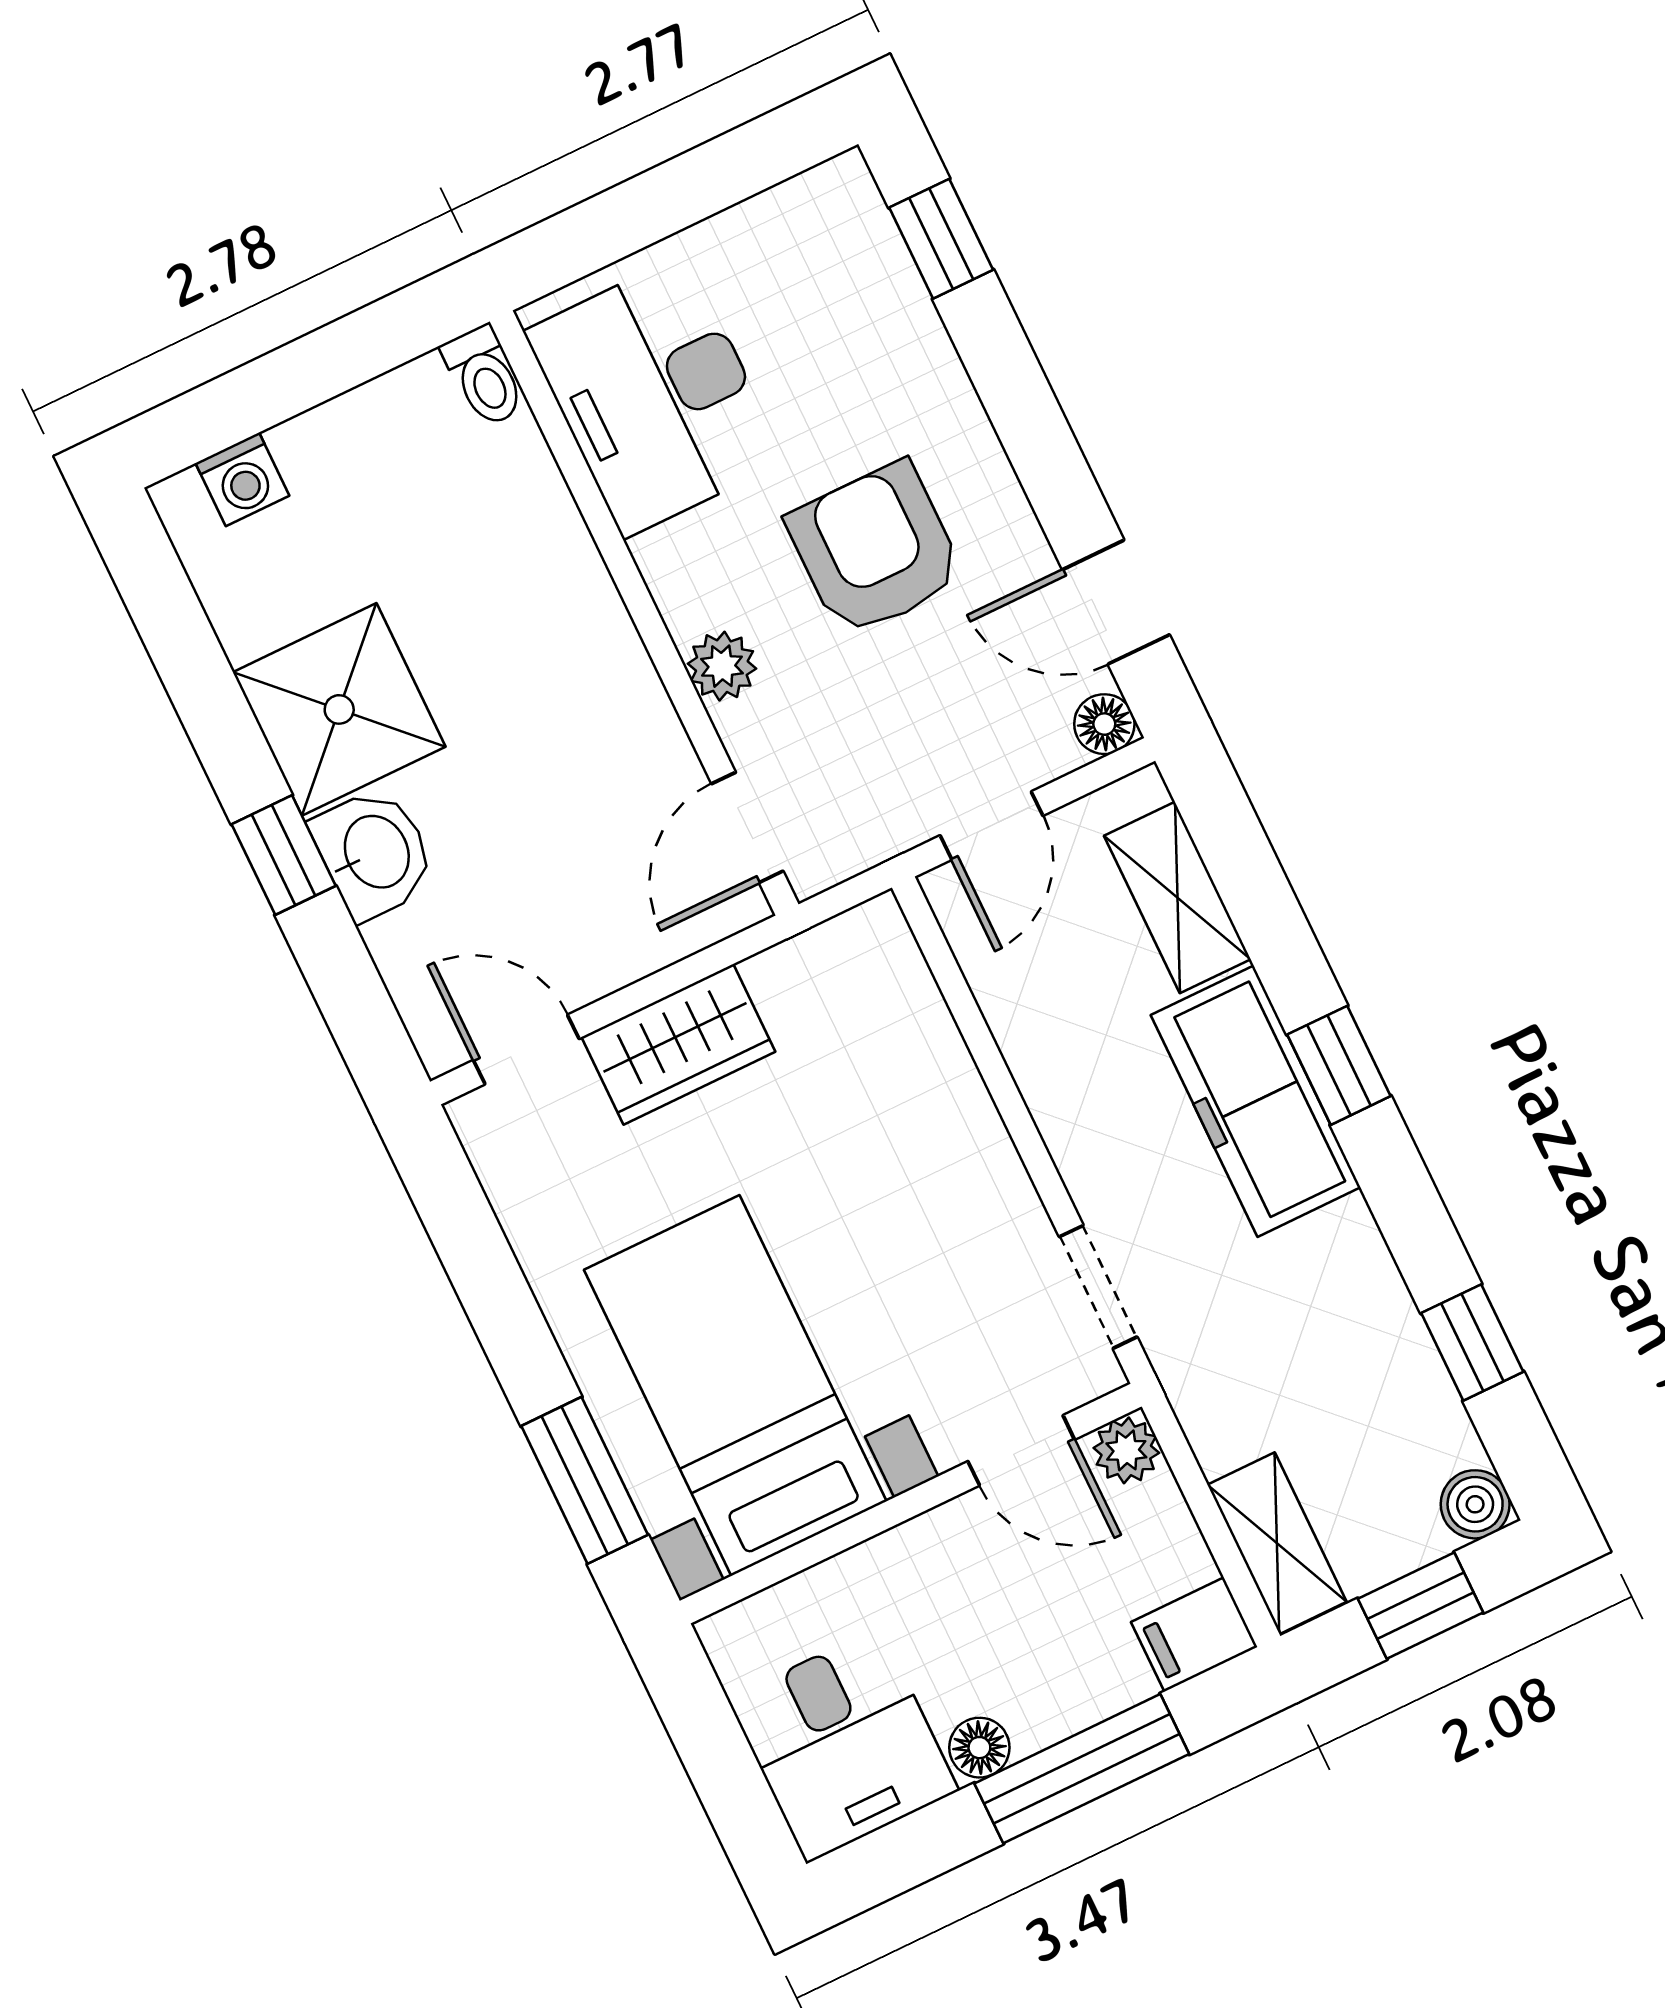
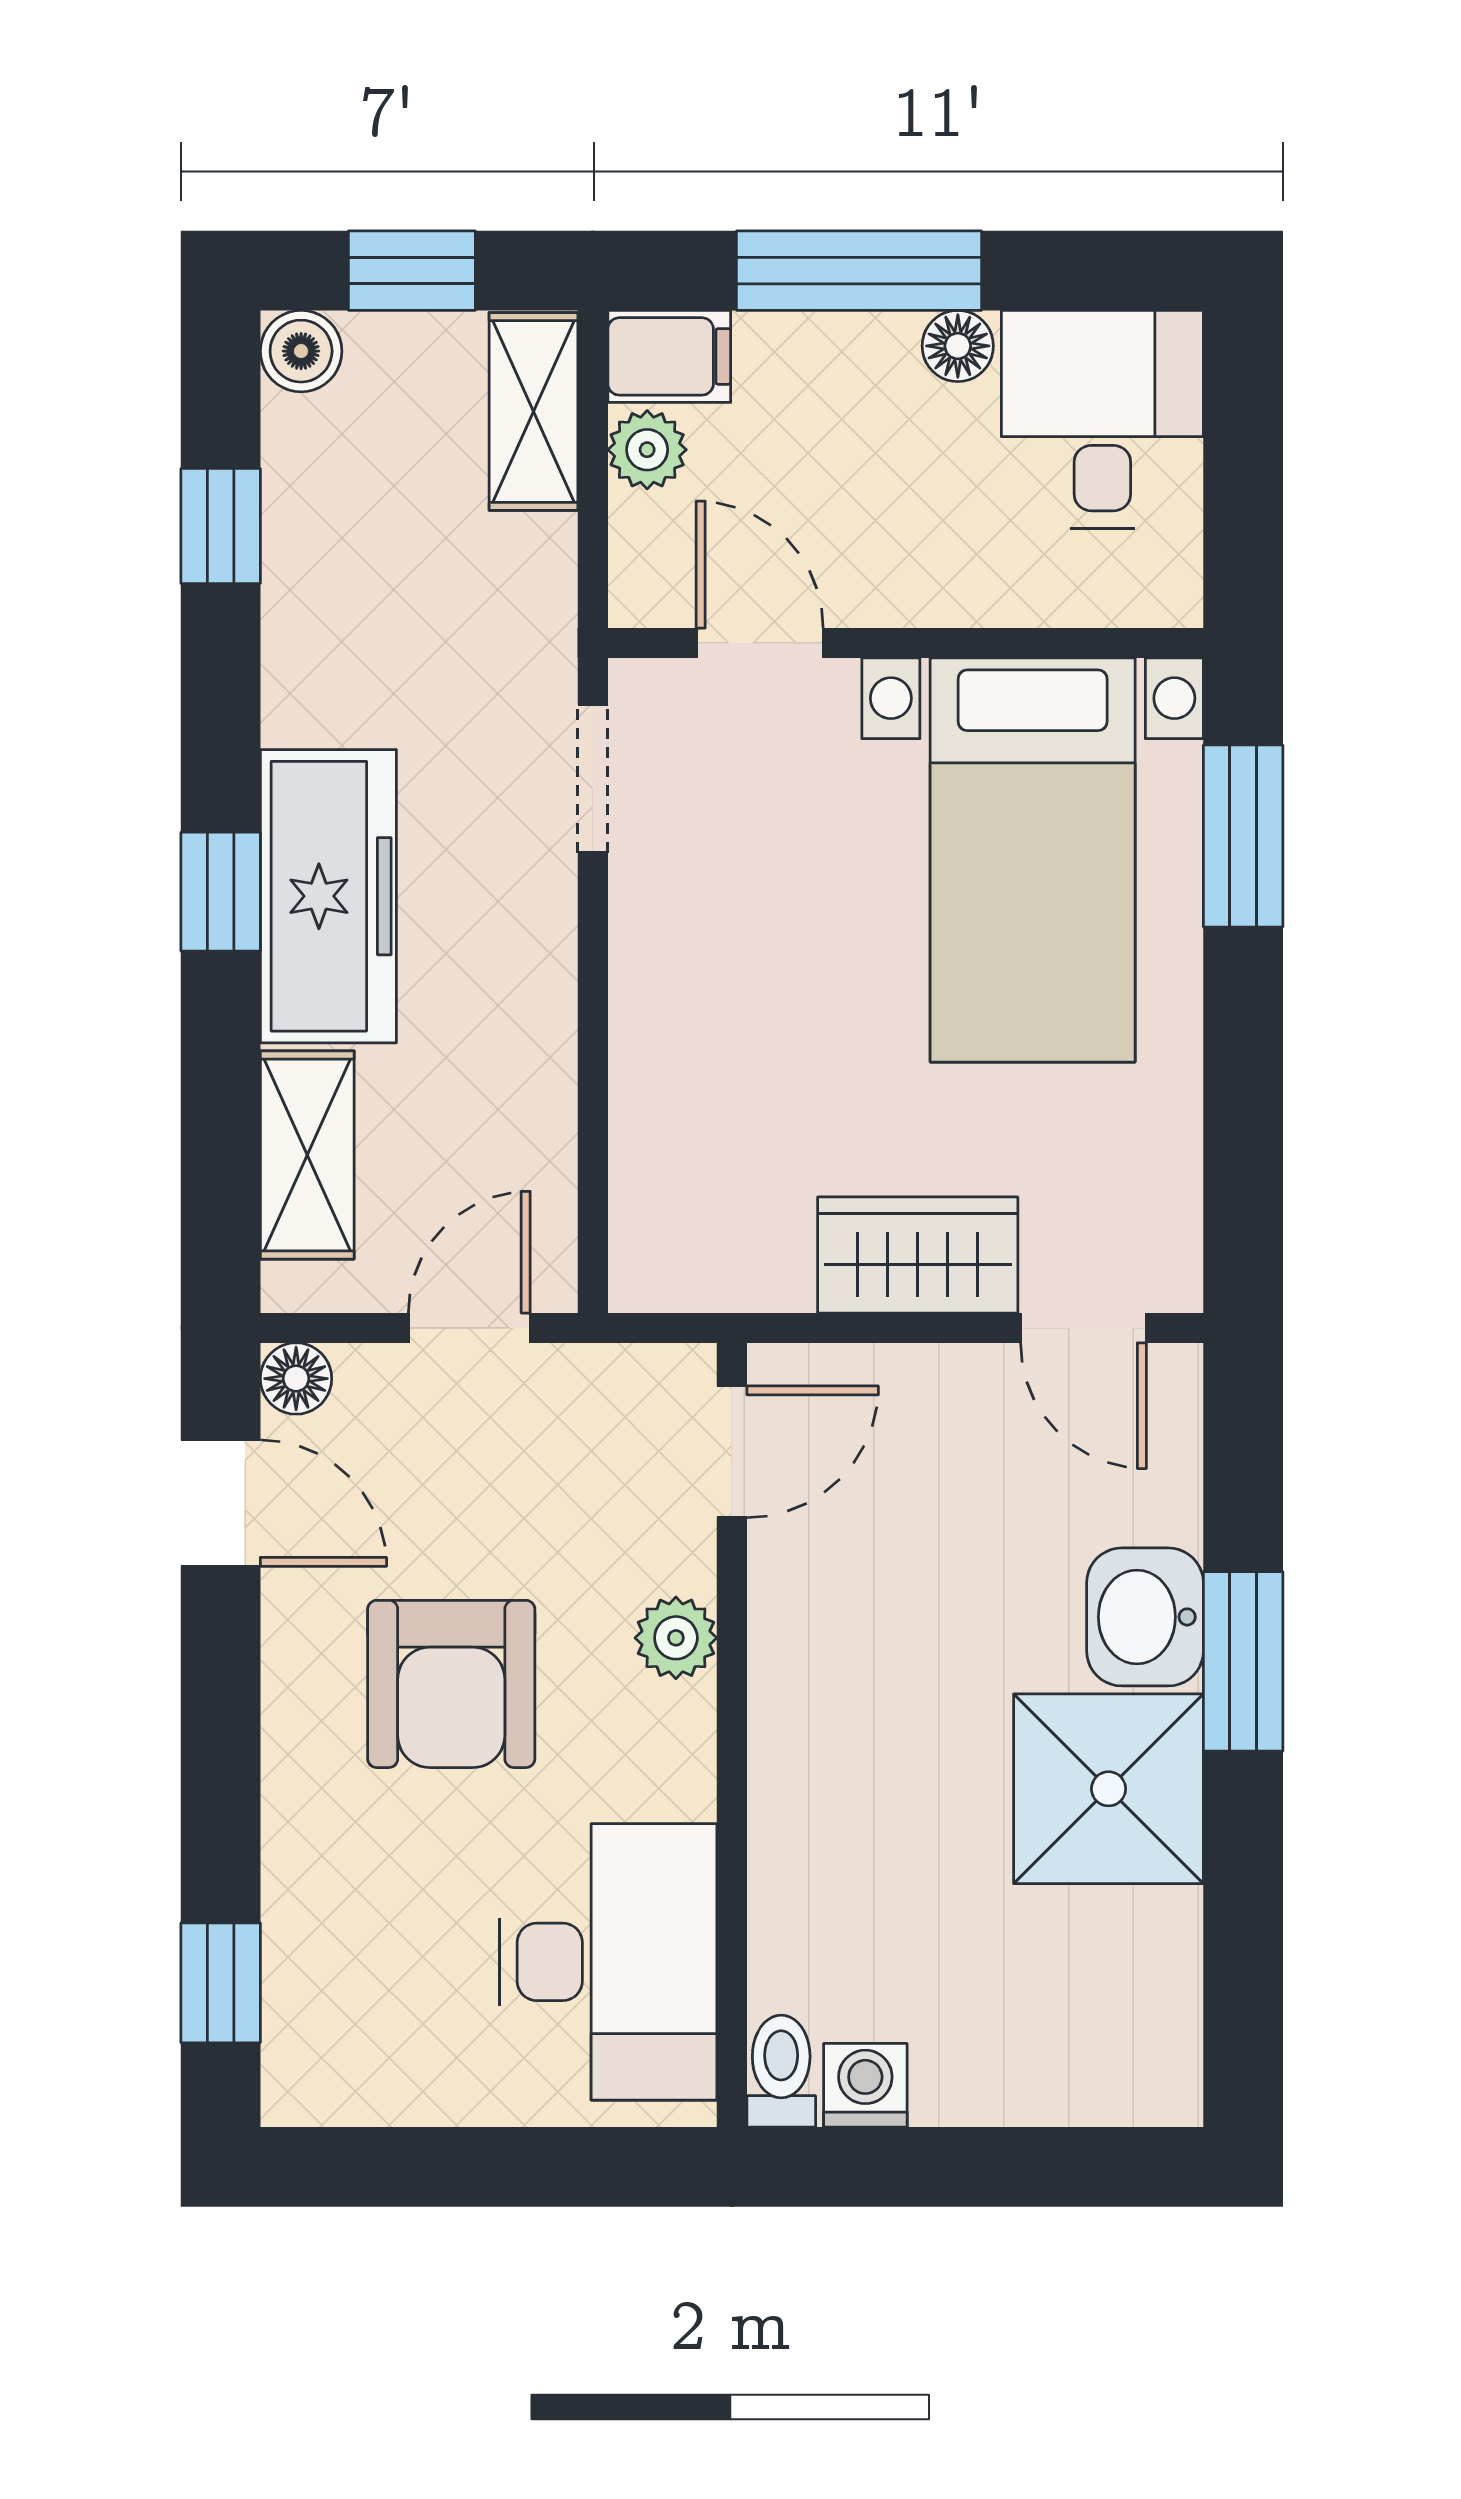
washing machine: (242, 479) -> (865, 2085), moved
window: (284, 855) -> (1243, 1661), width x1.50
plant: (1126, 1450) -> (647, 450), moved

